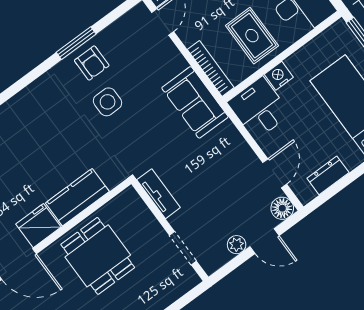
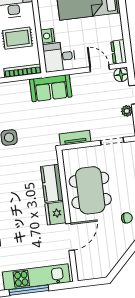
sofa: (195, 102) -> (51, 88), moved
dresser: (328, 175) -> (119, 52), moved
dining table: (98, 256) -> (90, 190), width x1.38

